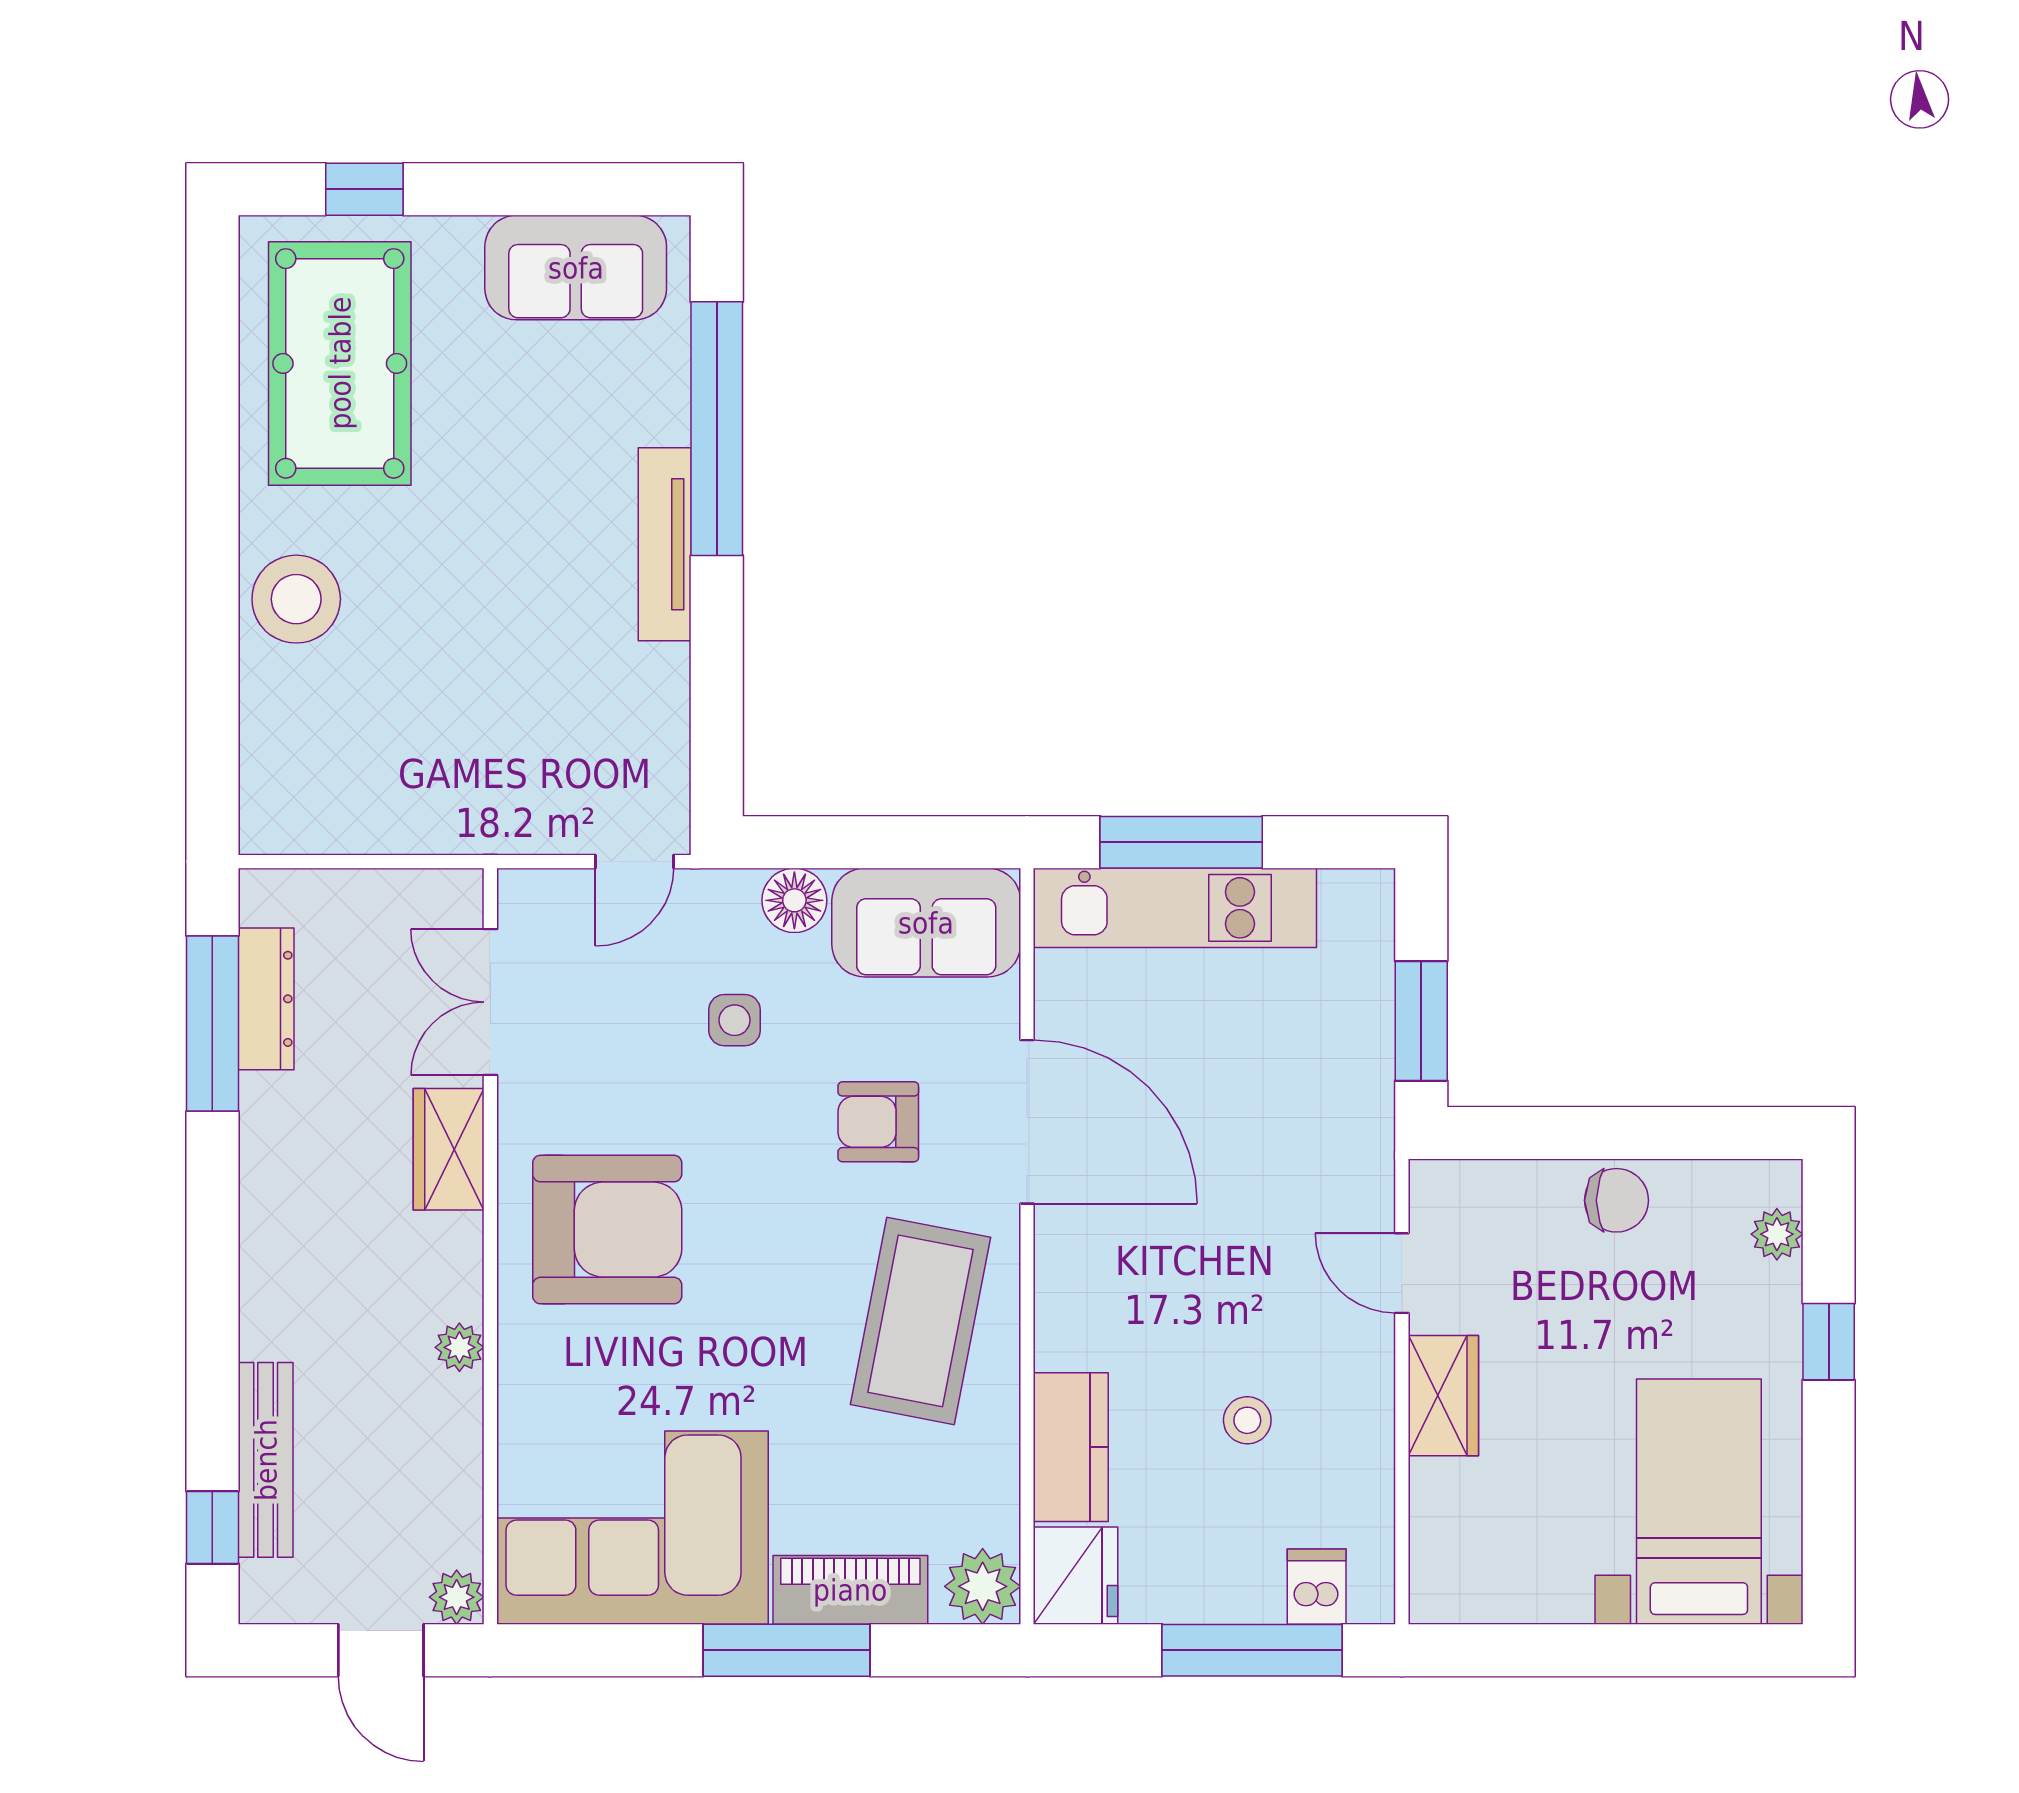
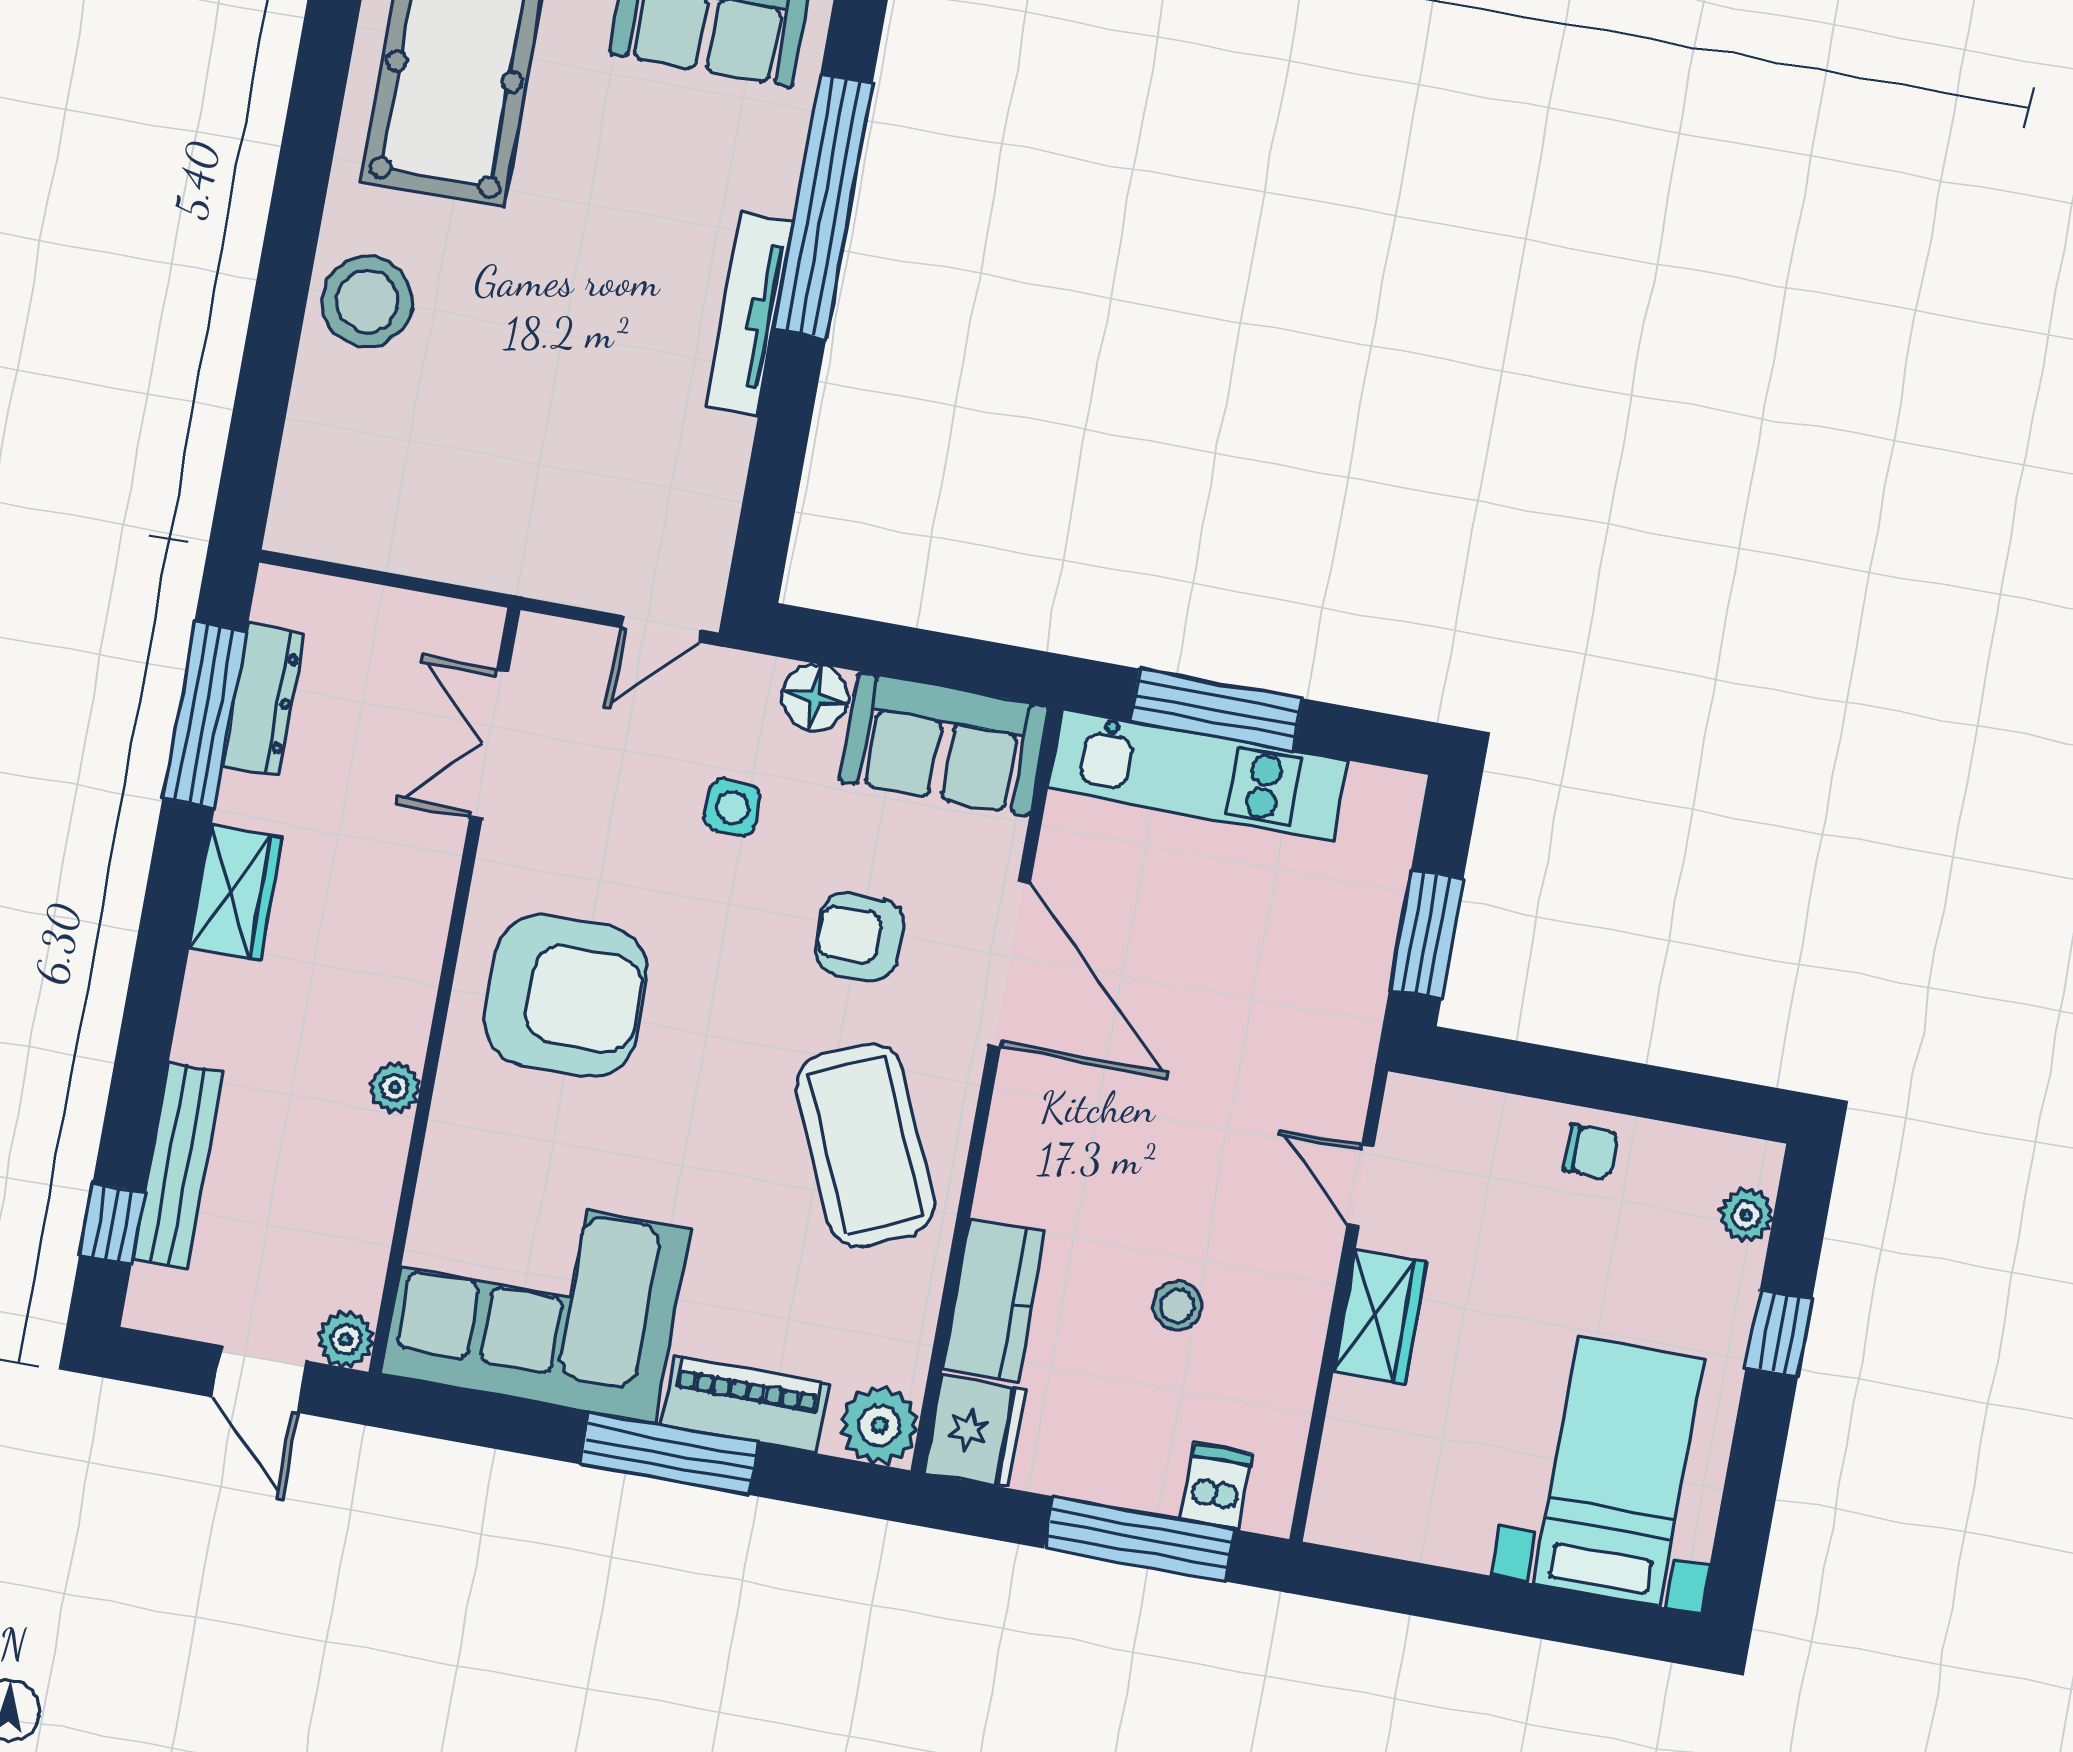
wardrobe: (449, 1149) -> (236, 893), moved, turned 180
chair: (1617, 1200) -> (1591, 1151), width x0.73, depth x0.73
coffee table: (920, 1321) -> (865, 1145), turned -35

